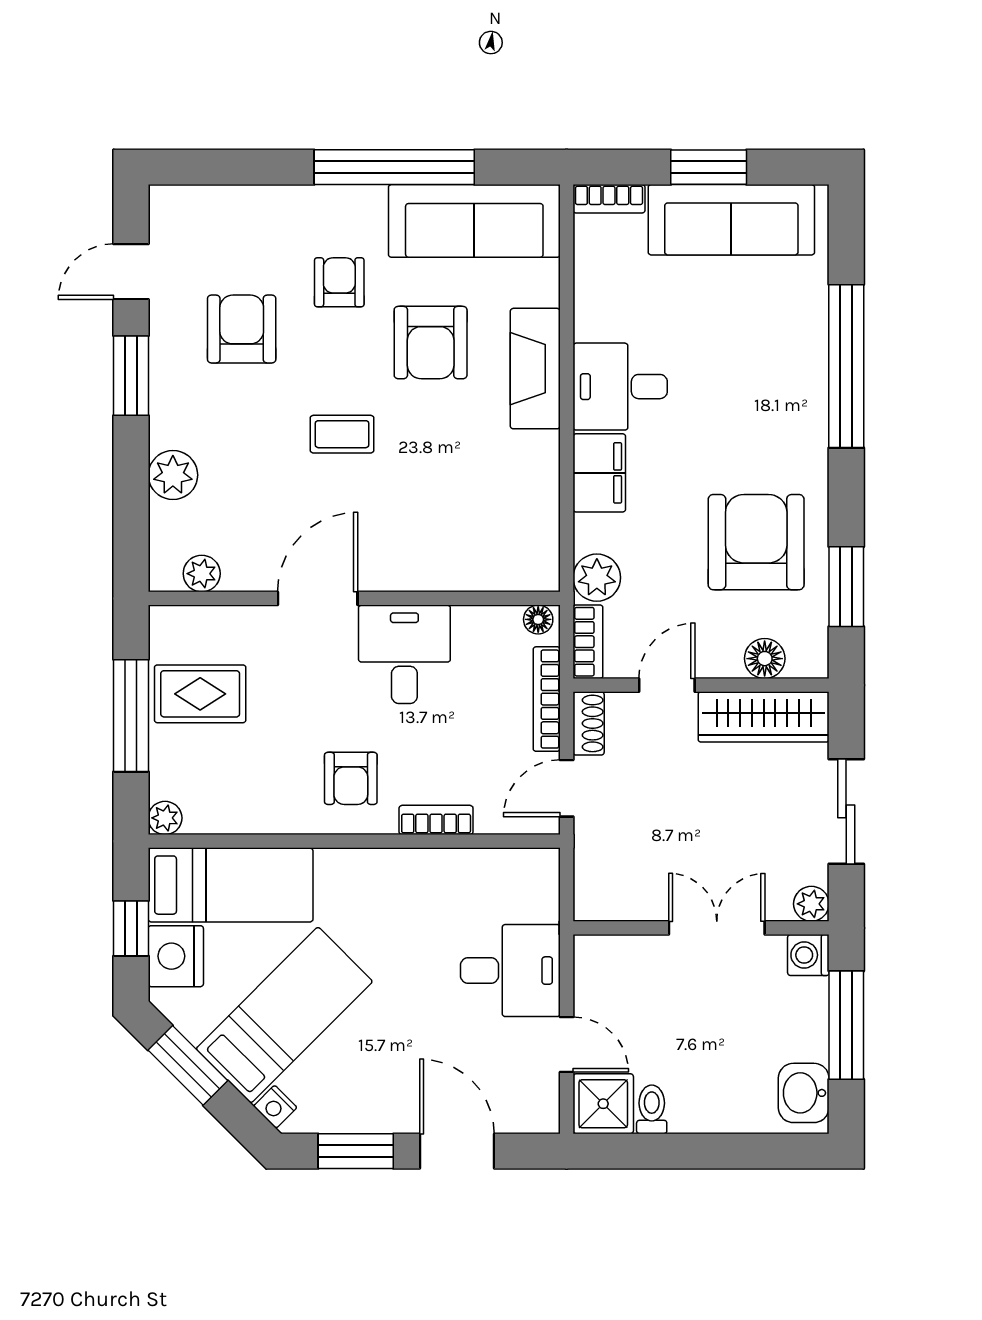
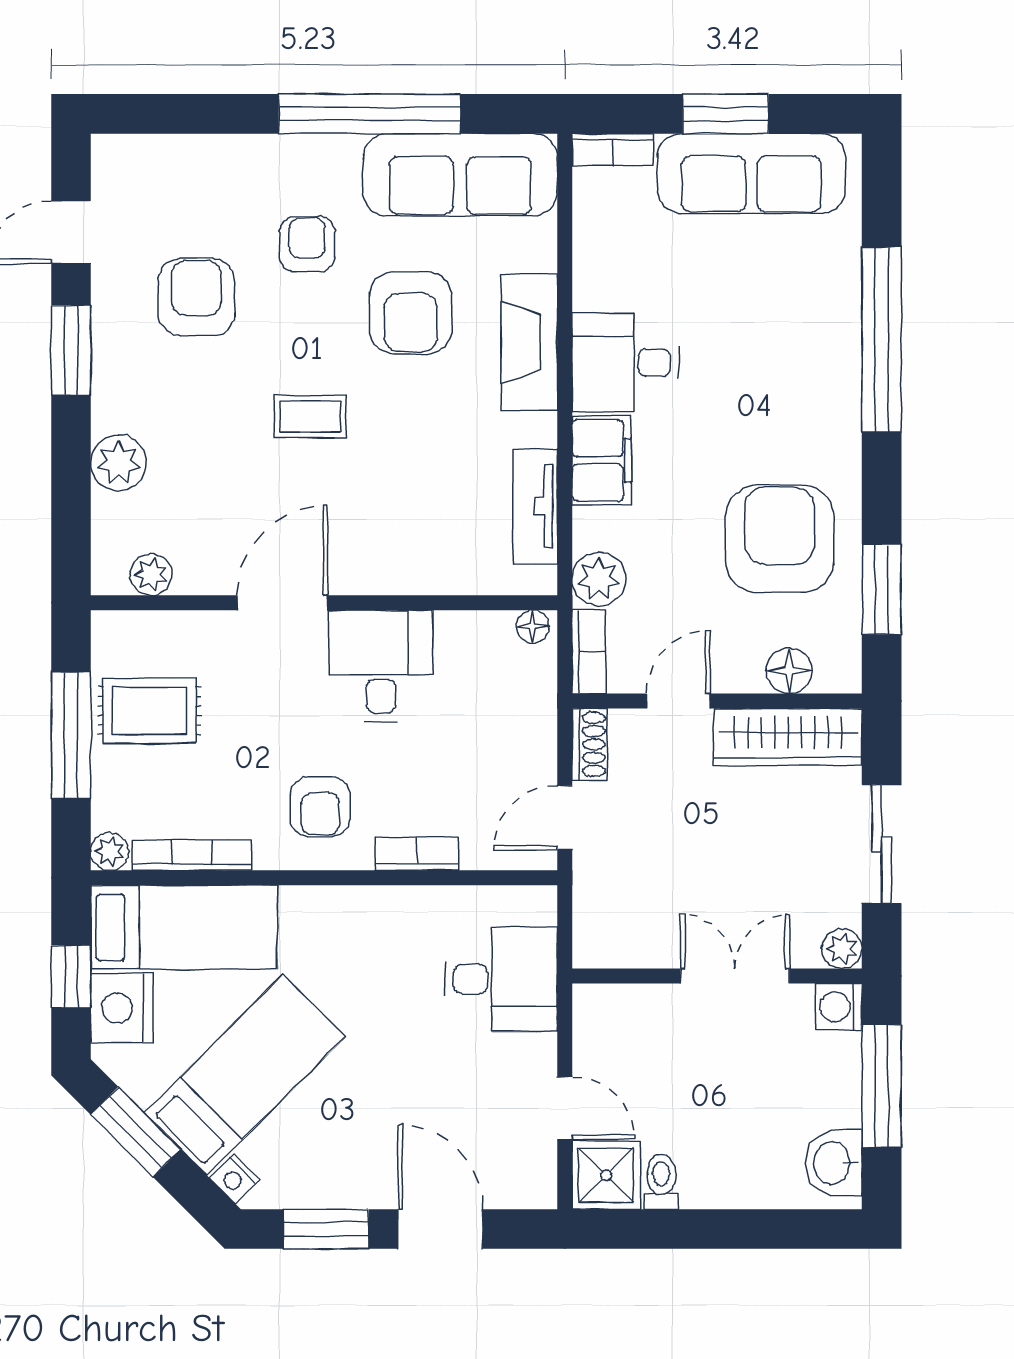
tv unit: (541, 513) -> (535, 506), added
bookcase: (547, 699) -> (192, 855), moved, turned 90
desk: (510, 971) -> (501, 979), moved

